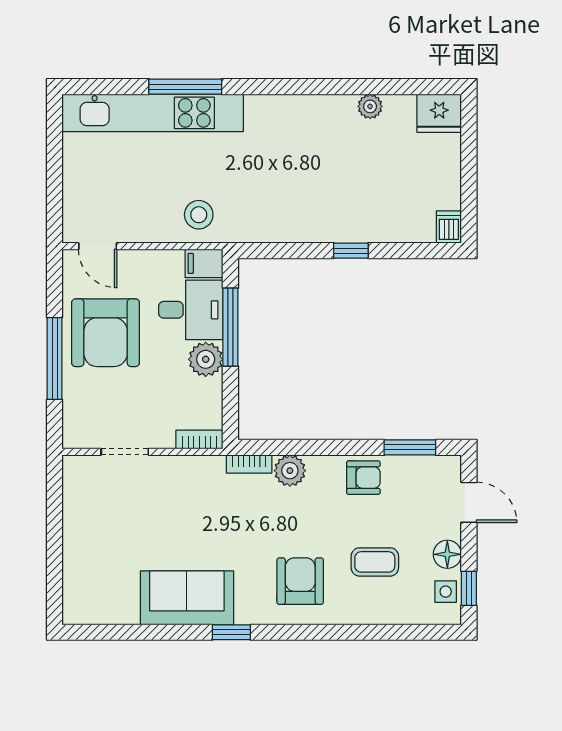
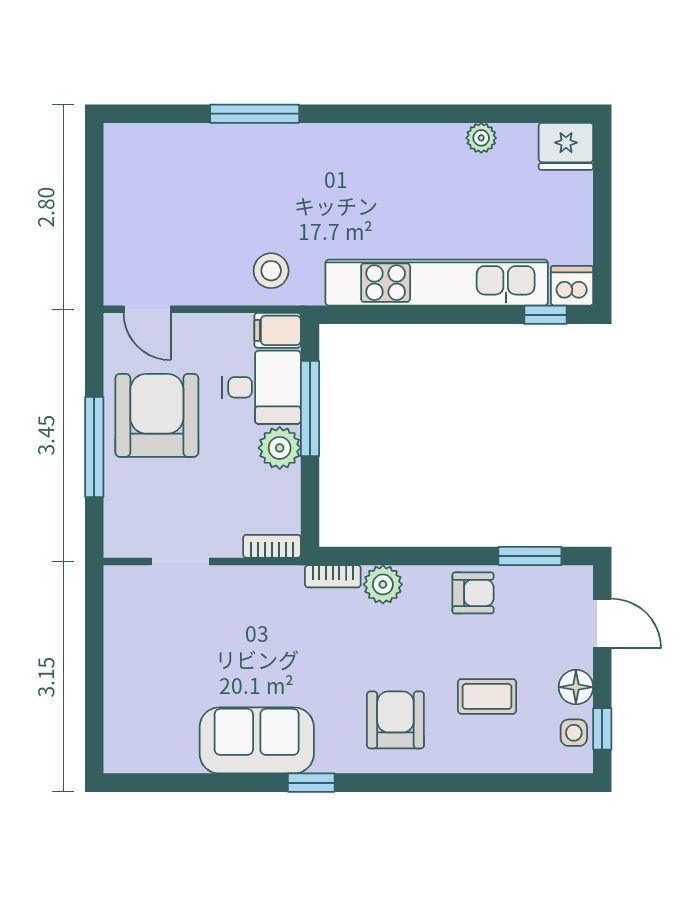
kitchen unit: (153, 113) -> (437, 283), moved, turned 180
dishwasher: (449, 227) -> (572, 286), width x1.38
window: (351, 251) -> (545, 315), moved
armchair: (106, 333) -> (157, 415), turned 180

